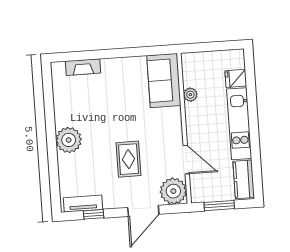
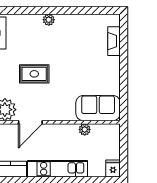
fridge: (236, 78) -> (113, 169), moved
plant: (69, 140) -> (49, 20), width x0.53, depth x0.53

